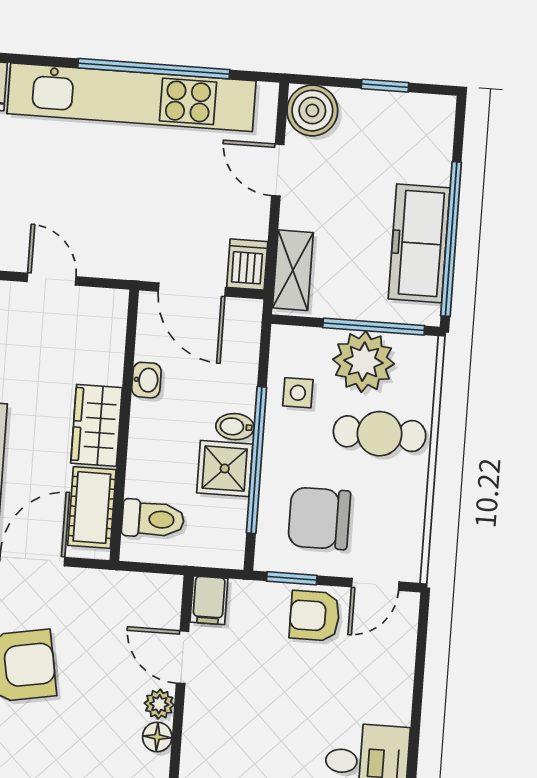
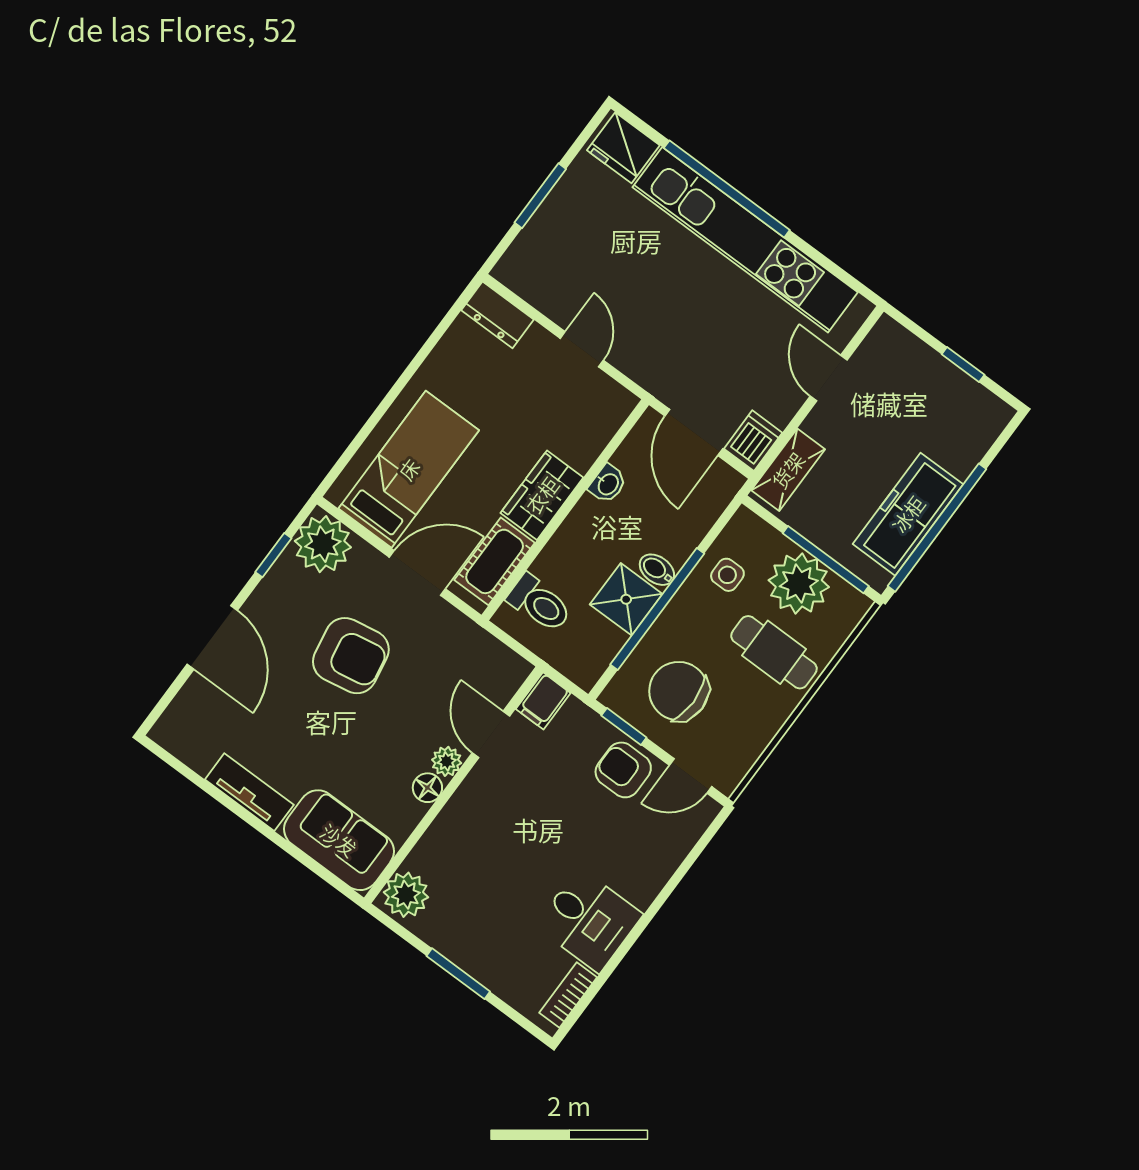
window: (154, 69) -> (727, 189), moved
boiler: (312, 111) -> (889, 347), removed

